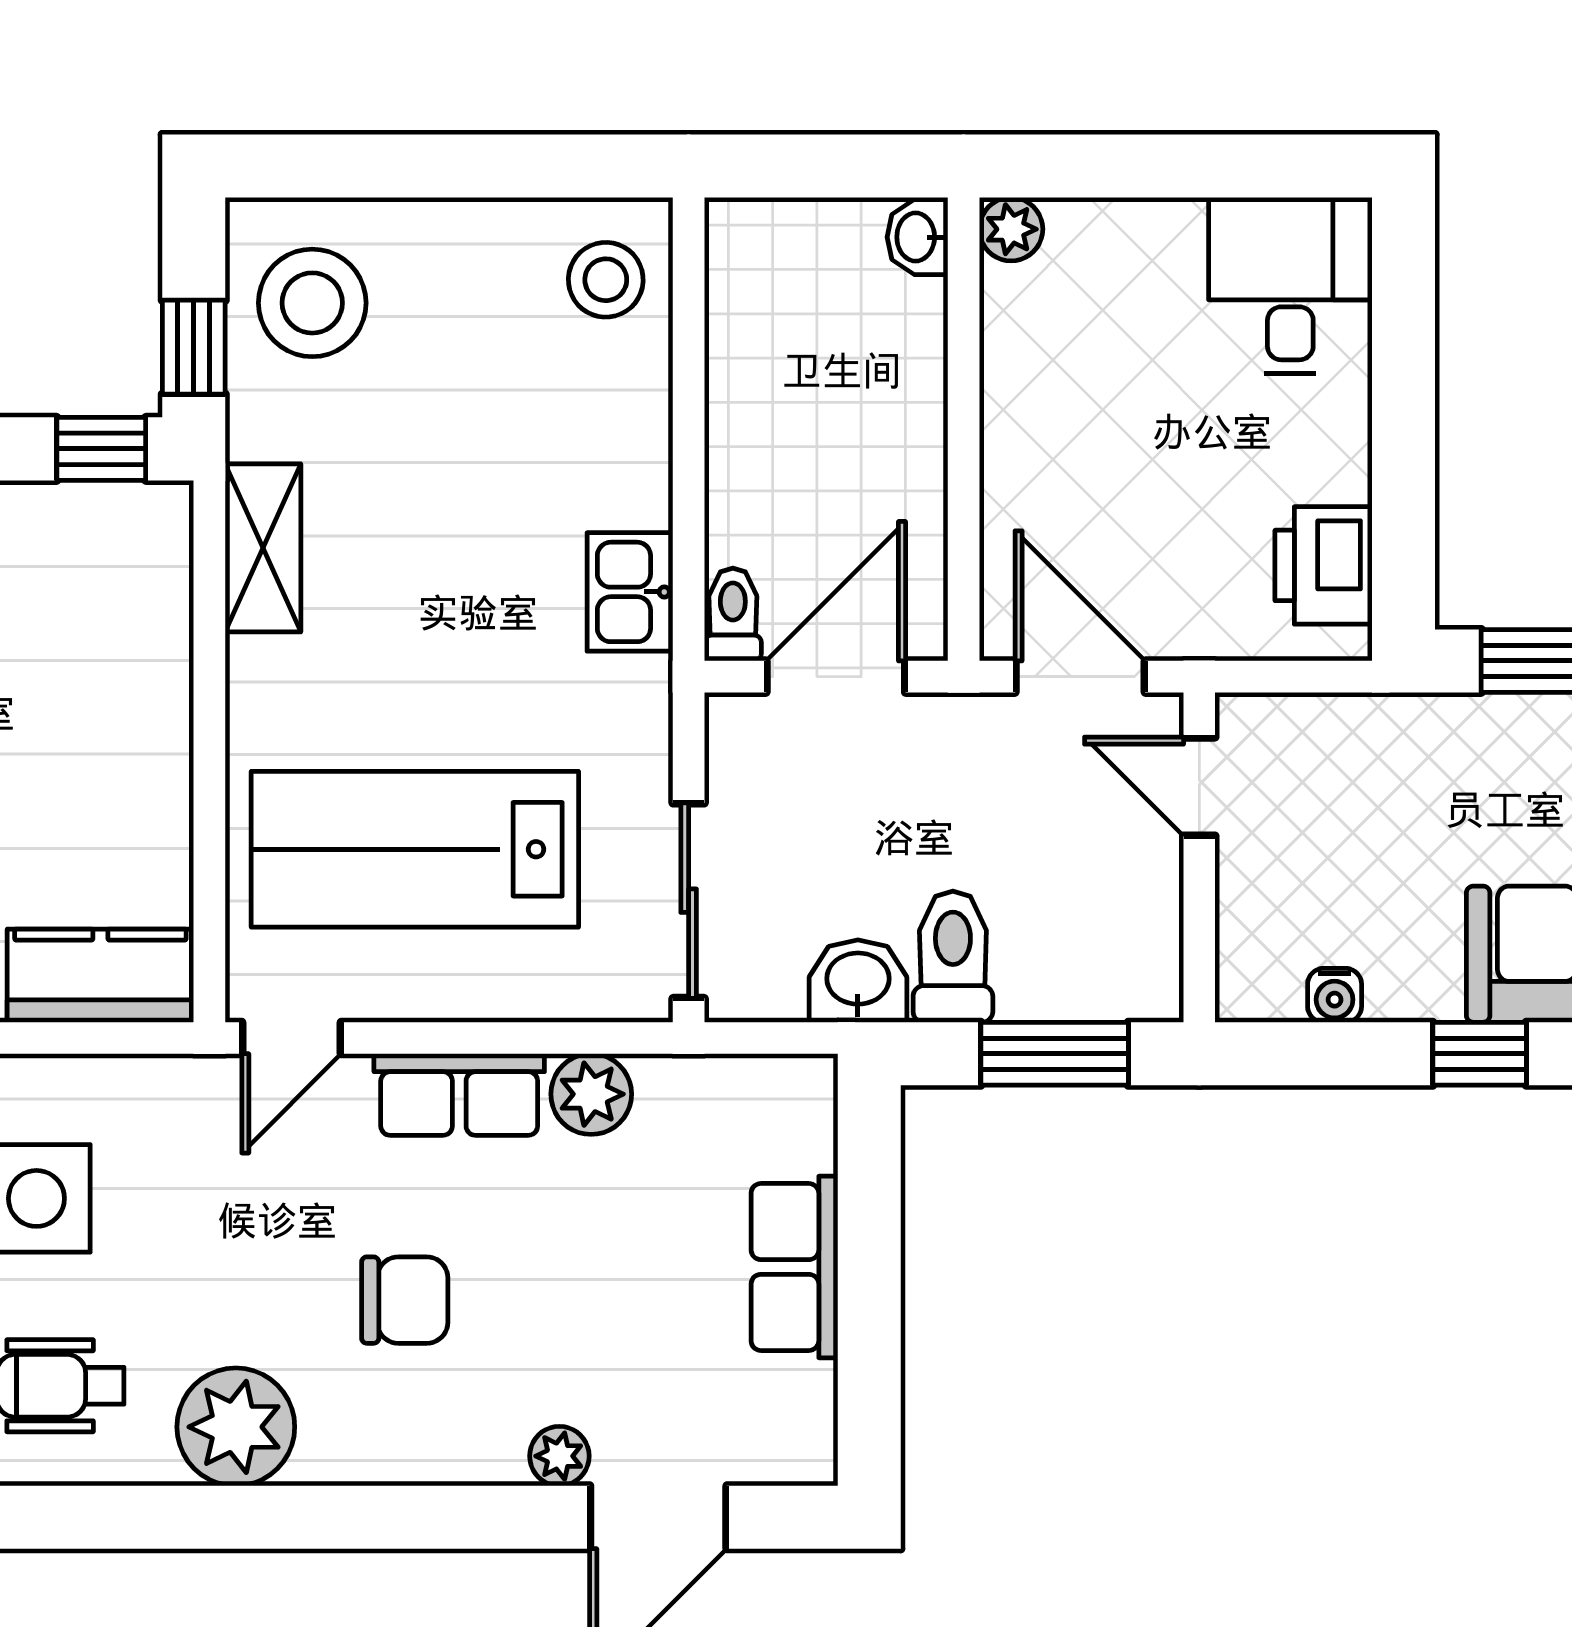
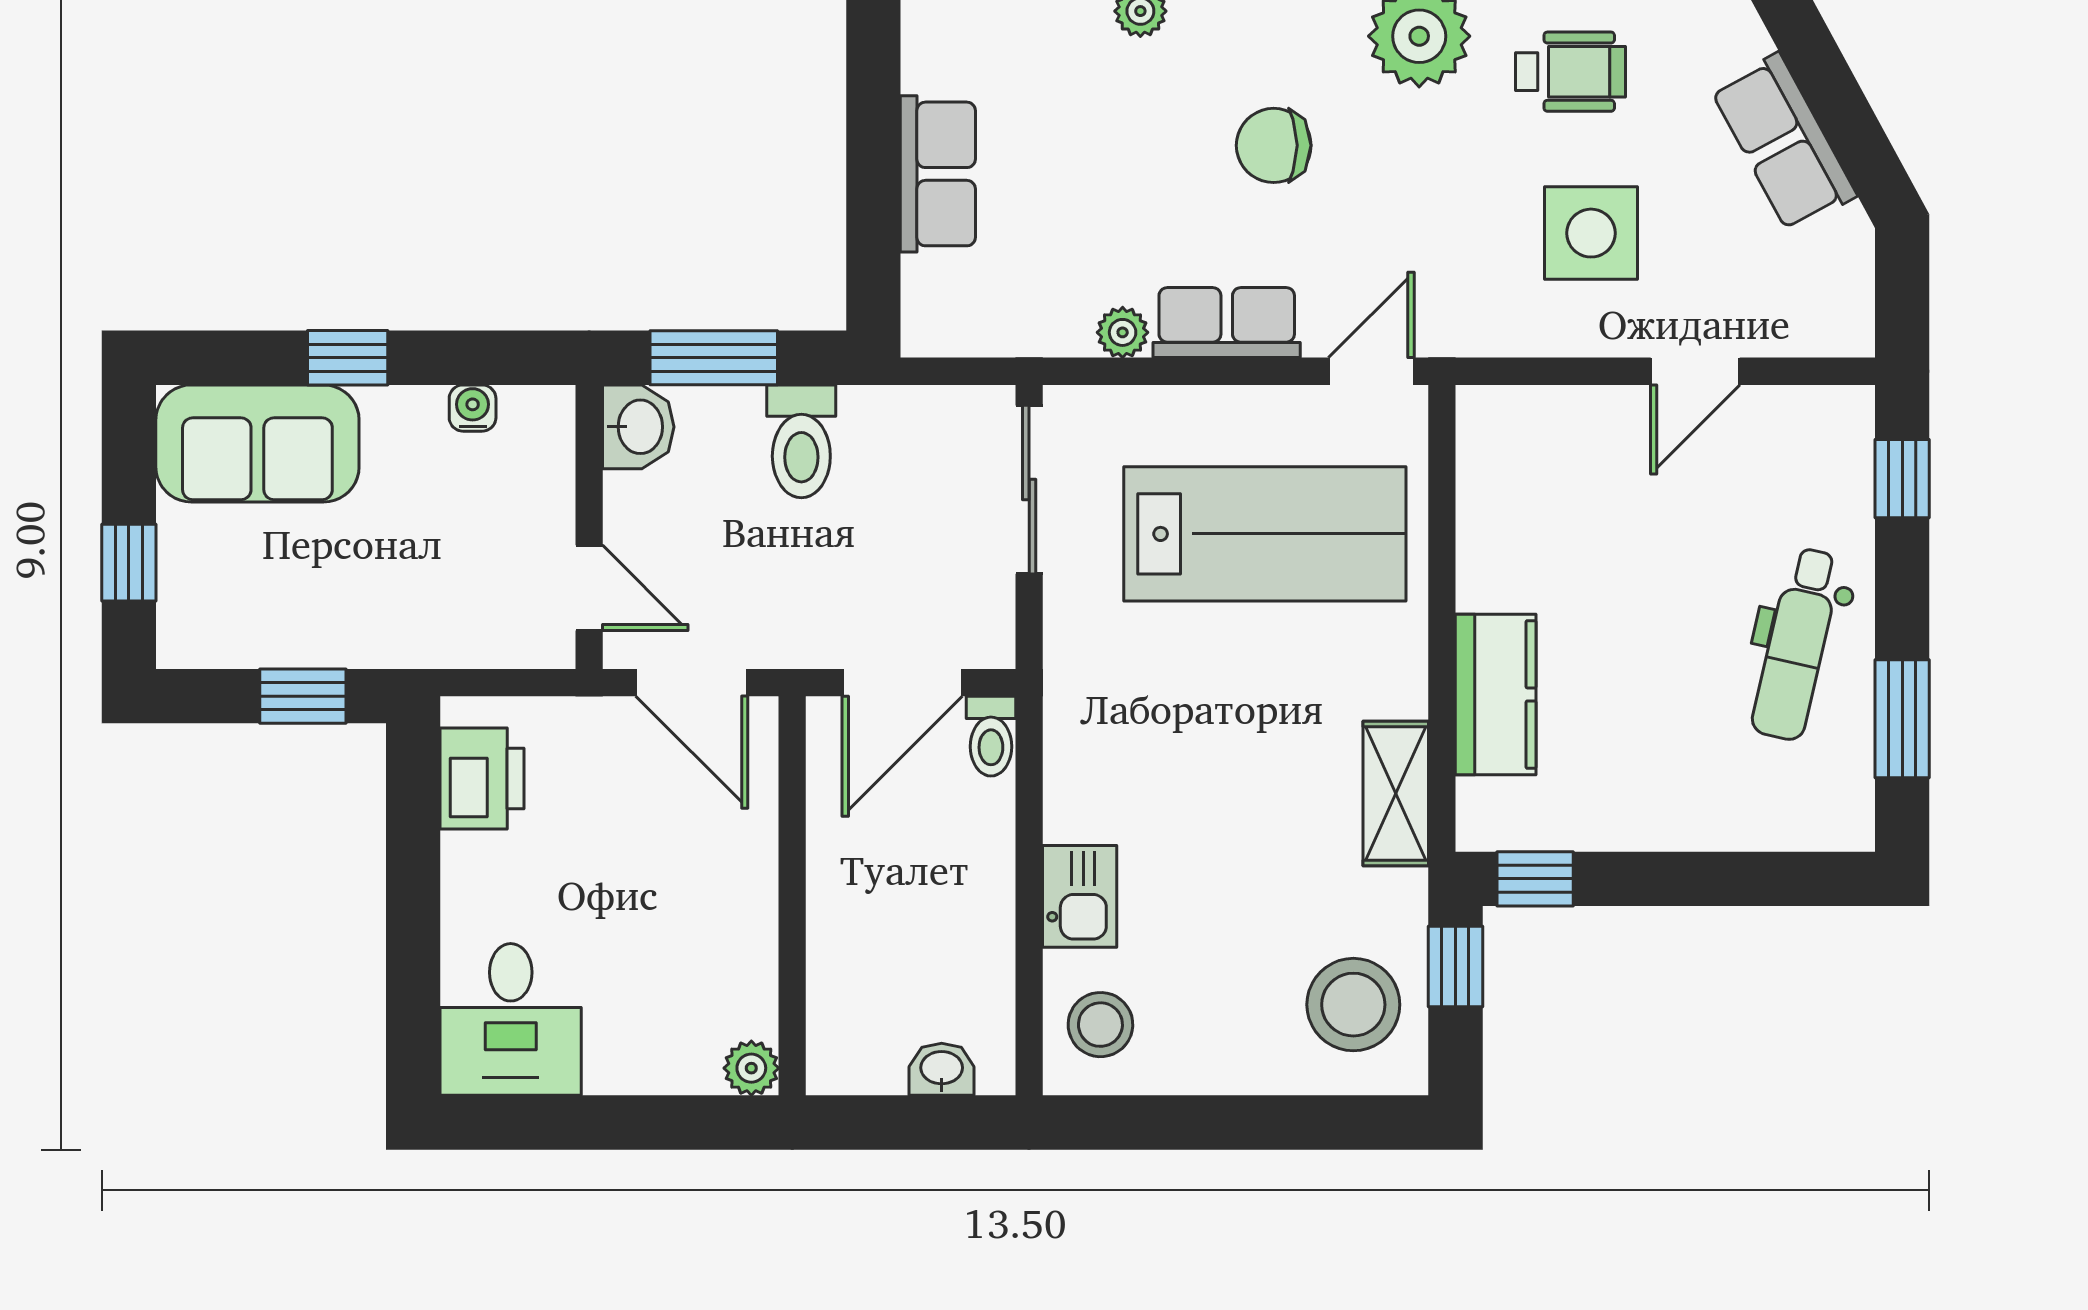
washbasin: (917, 237) -> (942, 1069), moved, turned -90
kitchen sink: (630, 592) -> (1080, 896), moved
kitchen counter: (100, 976) -> (1496, 694), moved, turned -90
washbasin: (858, 981) -> (638, 427), moved, turned -90
plant: (591, 1094) -> (1123, 332), width x0.73, depth x0.73

